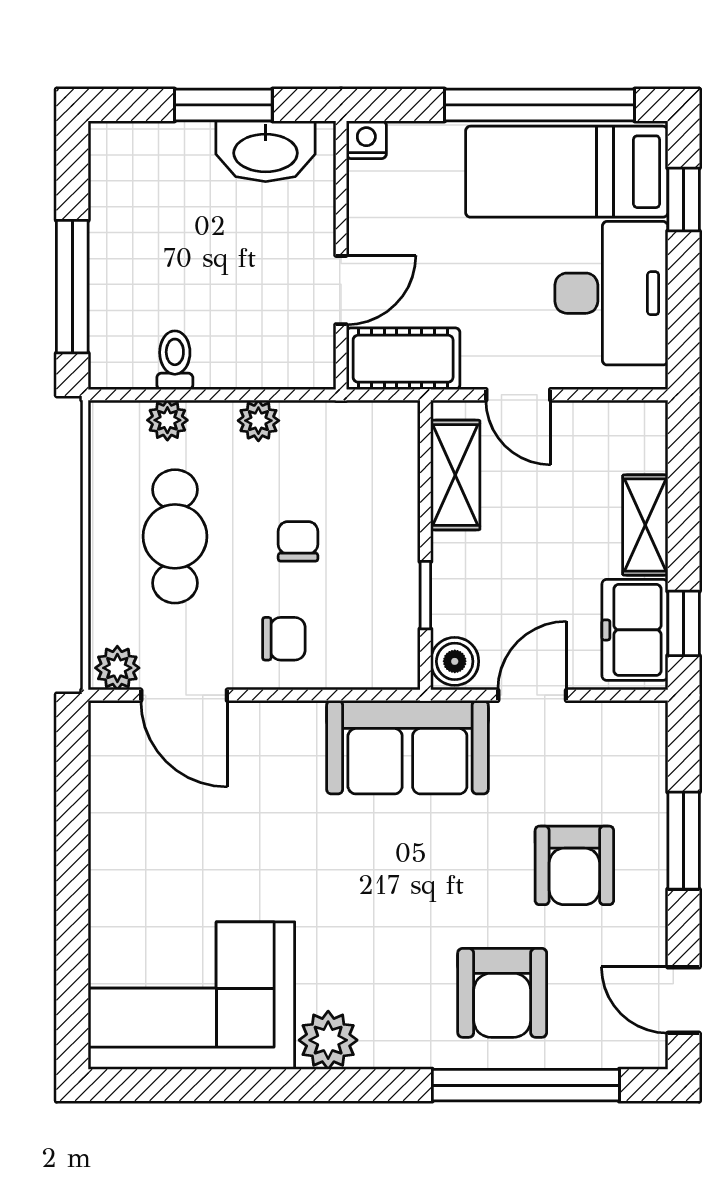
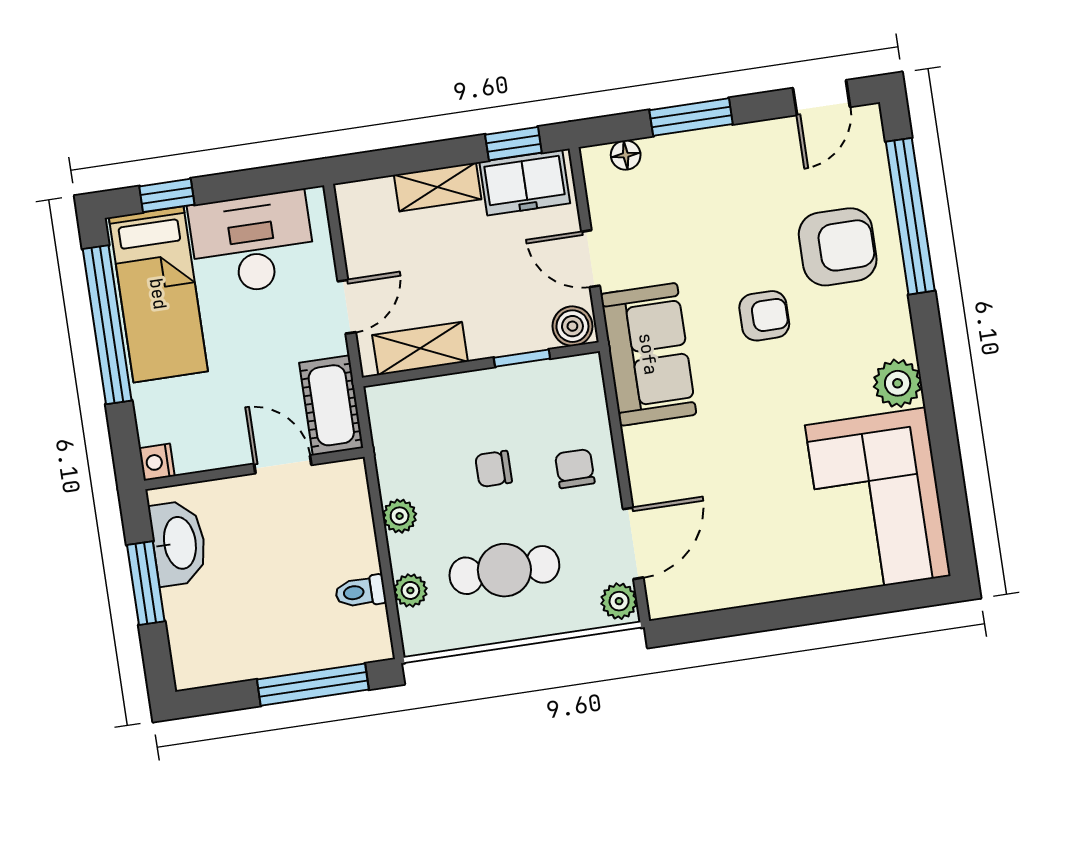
floor lamp: (650, 756) -> (626, 155), added
armchair: (574, 865) -> (764, 316), moved, width x0.72, depth x0.72

